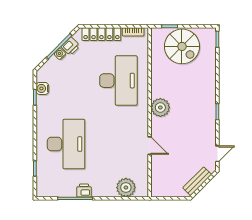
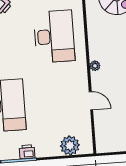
plant: (160, 107) -> (95, 66), width x0.53, depth x0.53

